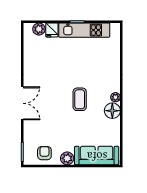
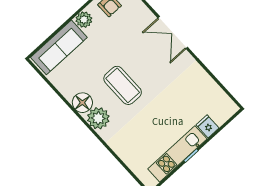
plant: (39, 29) -> (221, 116), removed
plant: (115, 97) -> (98, 118), width x1.88, depth x1.88
coffee table: (80, 99) -> (123, 85), width x1.36, depth x1.32

